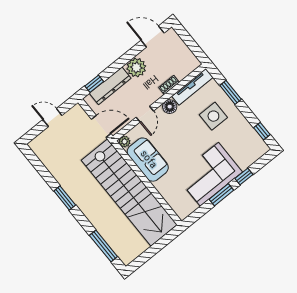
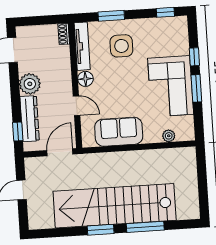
shoe rack: (169, 85) -> (64, 34), moved
plant: (124, 142) -> (169, 136), moved
stairs: (129, 193) -> (115, 206), moved, turned 180
window: (103, 246) -> (145, 227), moved

